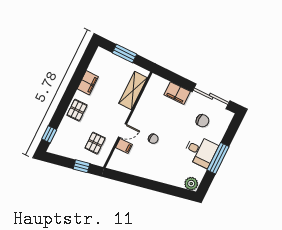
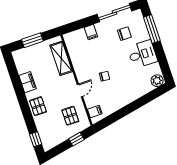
filing cabinet: (177, 93) -> (91, 32), width x0.50
filing cabinet: (124, 146) -> (95, 112), moved
window: (218, 158) -> (152, 29), moved

